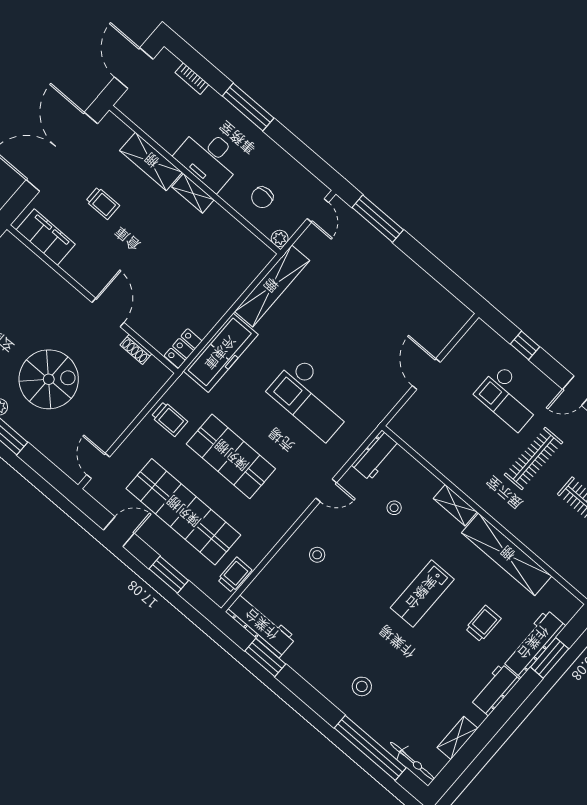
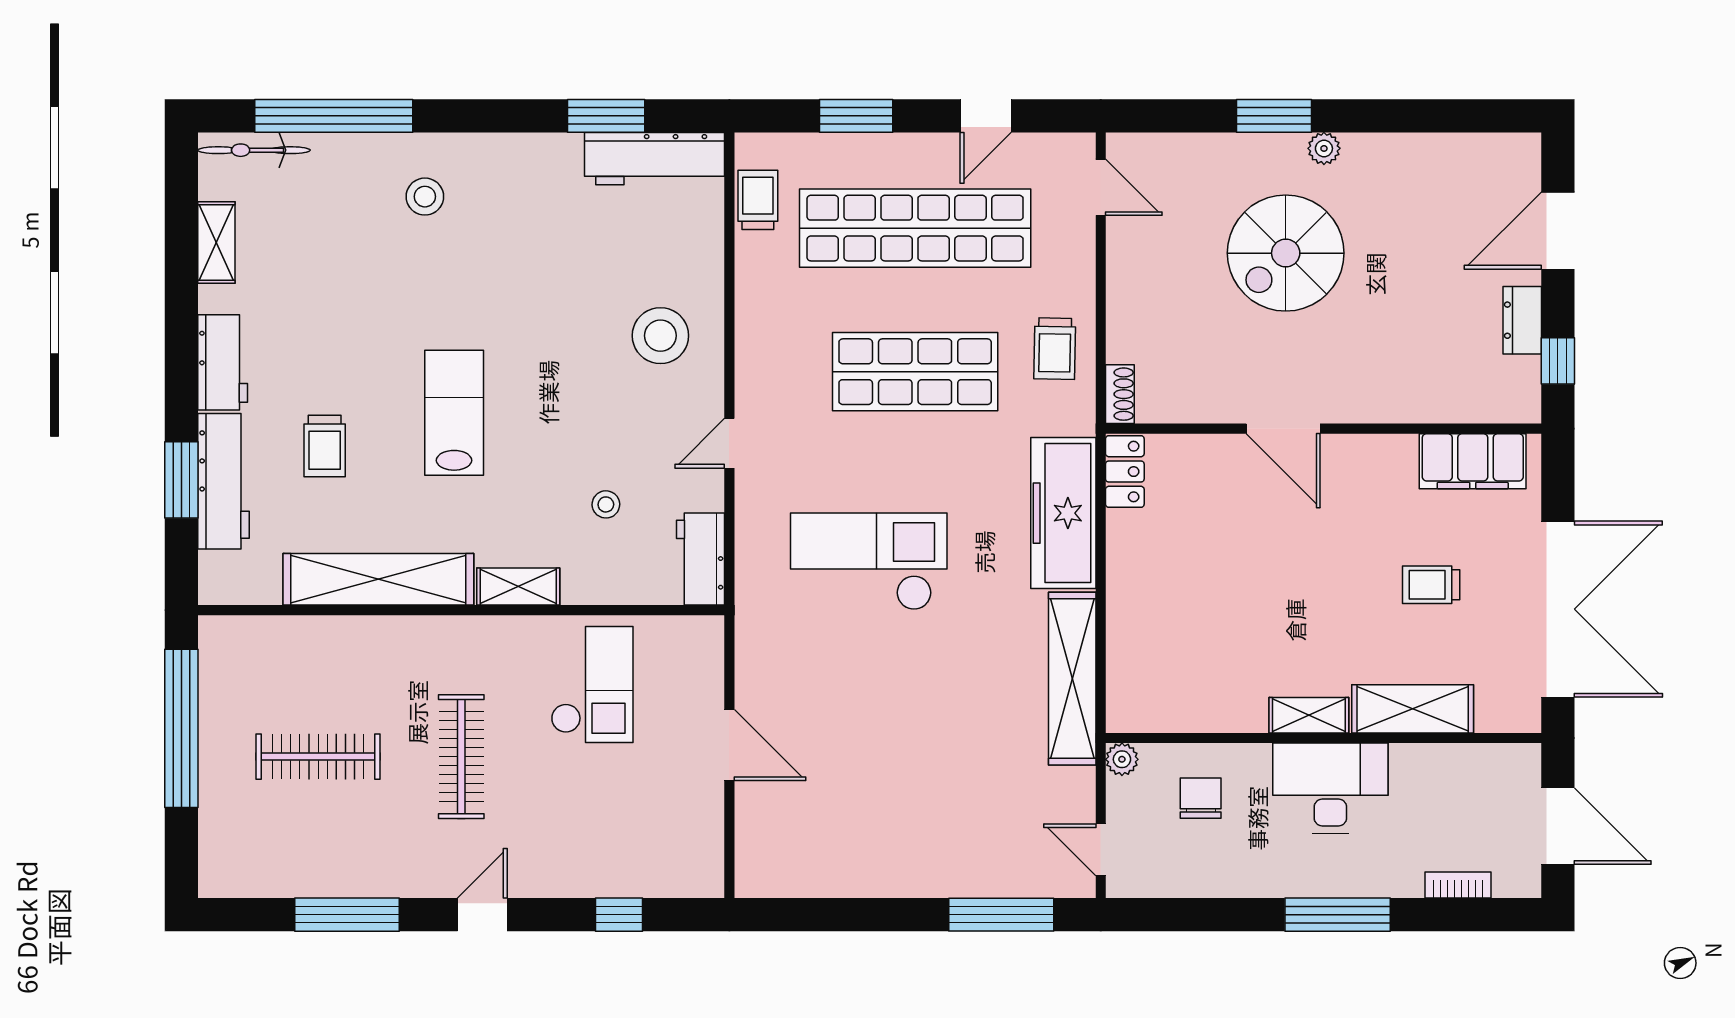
shoe rack: (136, 349) -> (1120, 394), moved, turned 90
checkout: (509, 398) -> (592, 684), moved, turned 90
trolley: (169, 419) -> (1055, 349), turned -89
stool: (317, 555) -> (660, 336), width x1.89, depth x1.89
trolley: (235, 575) -> (758, 200), turned 180

